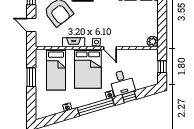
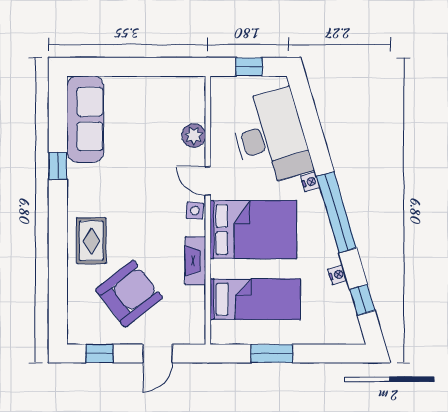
plant: (153, 42) -> (194, 136), moved
door: (110, 48) -> (208, 181), swing flipped
desk: (122, 83) -> (270, 137), width x1.87, depth x1.30
window: (129, 97) -> (362, 300), moved

